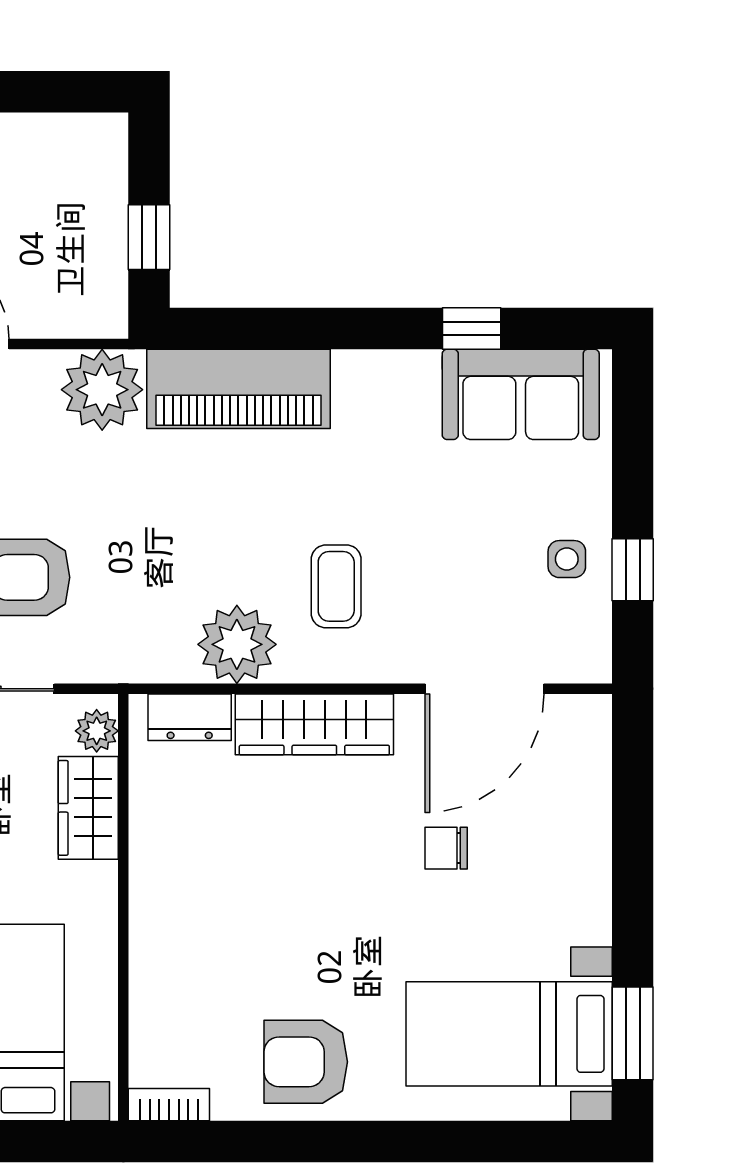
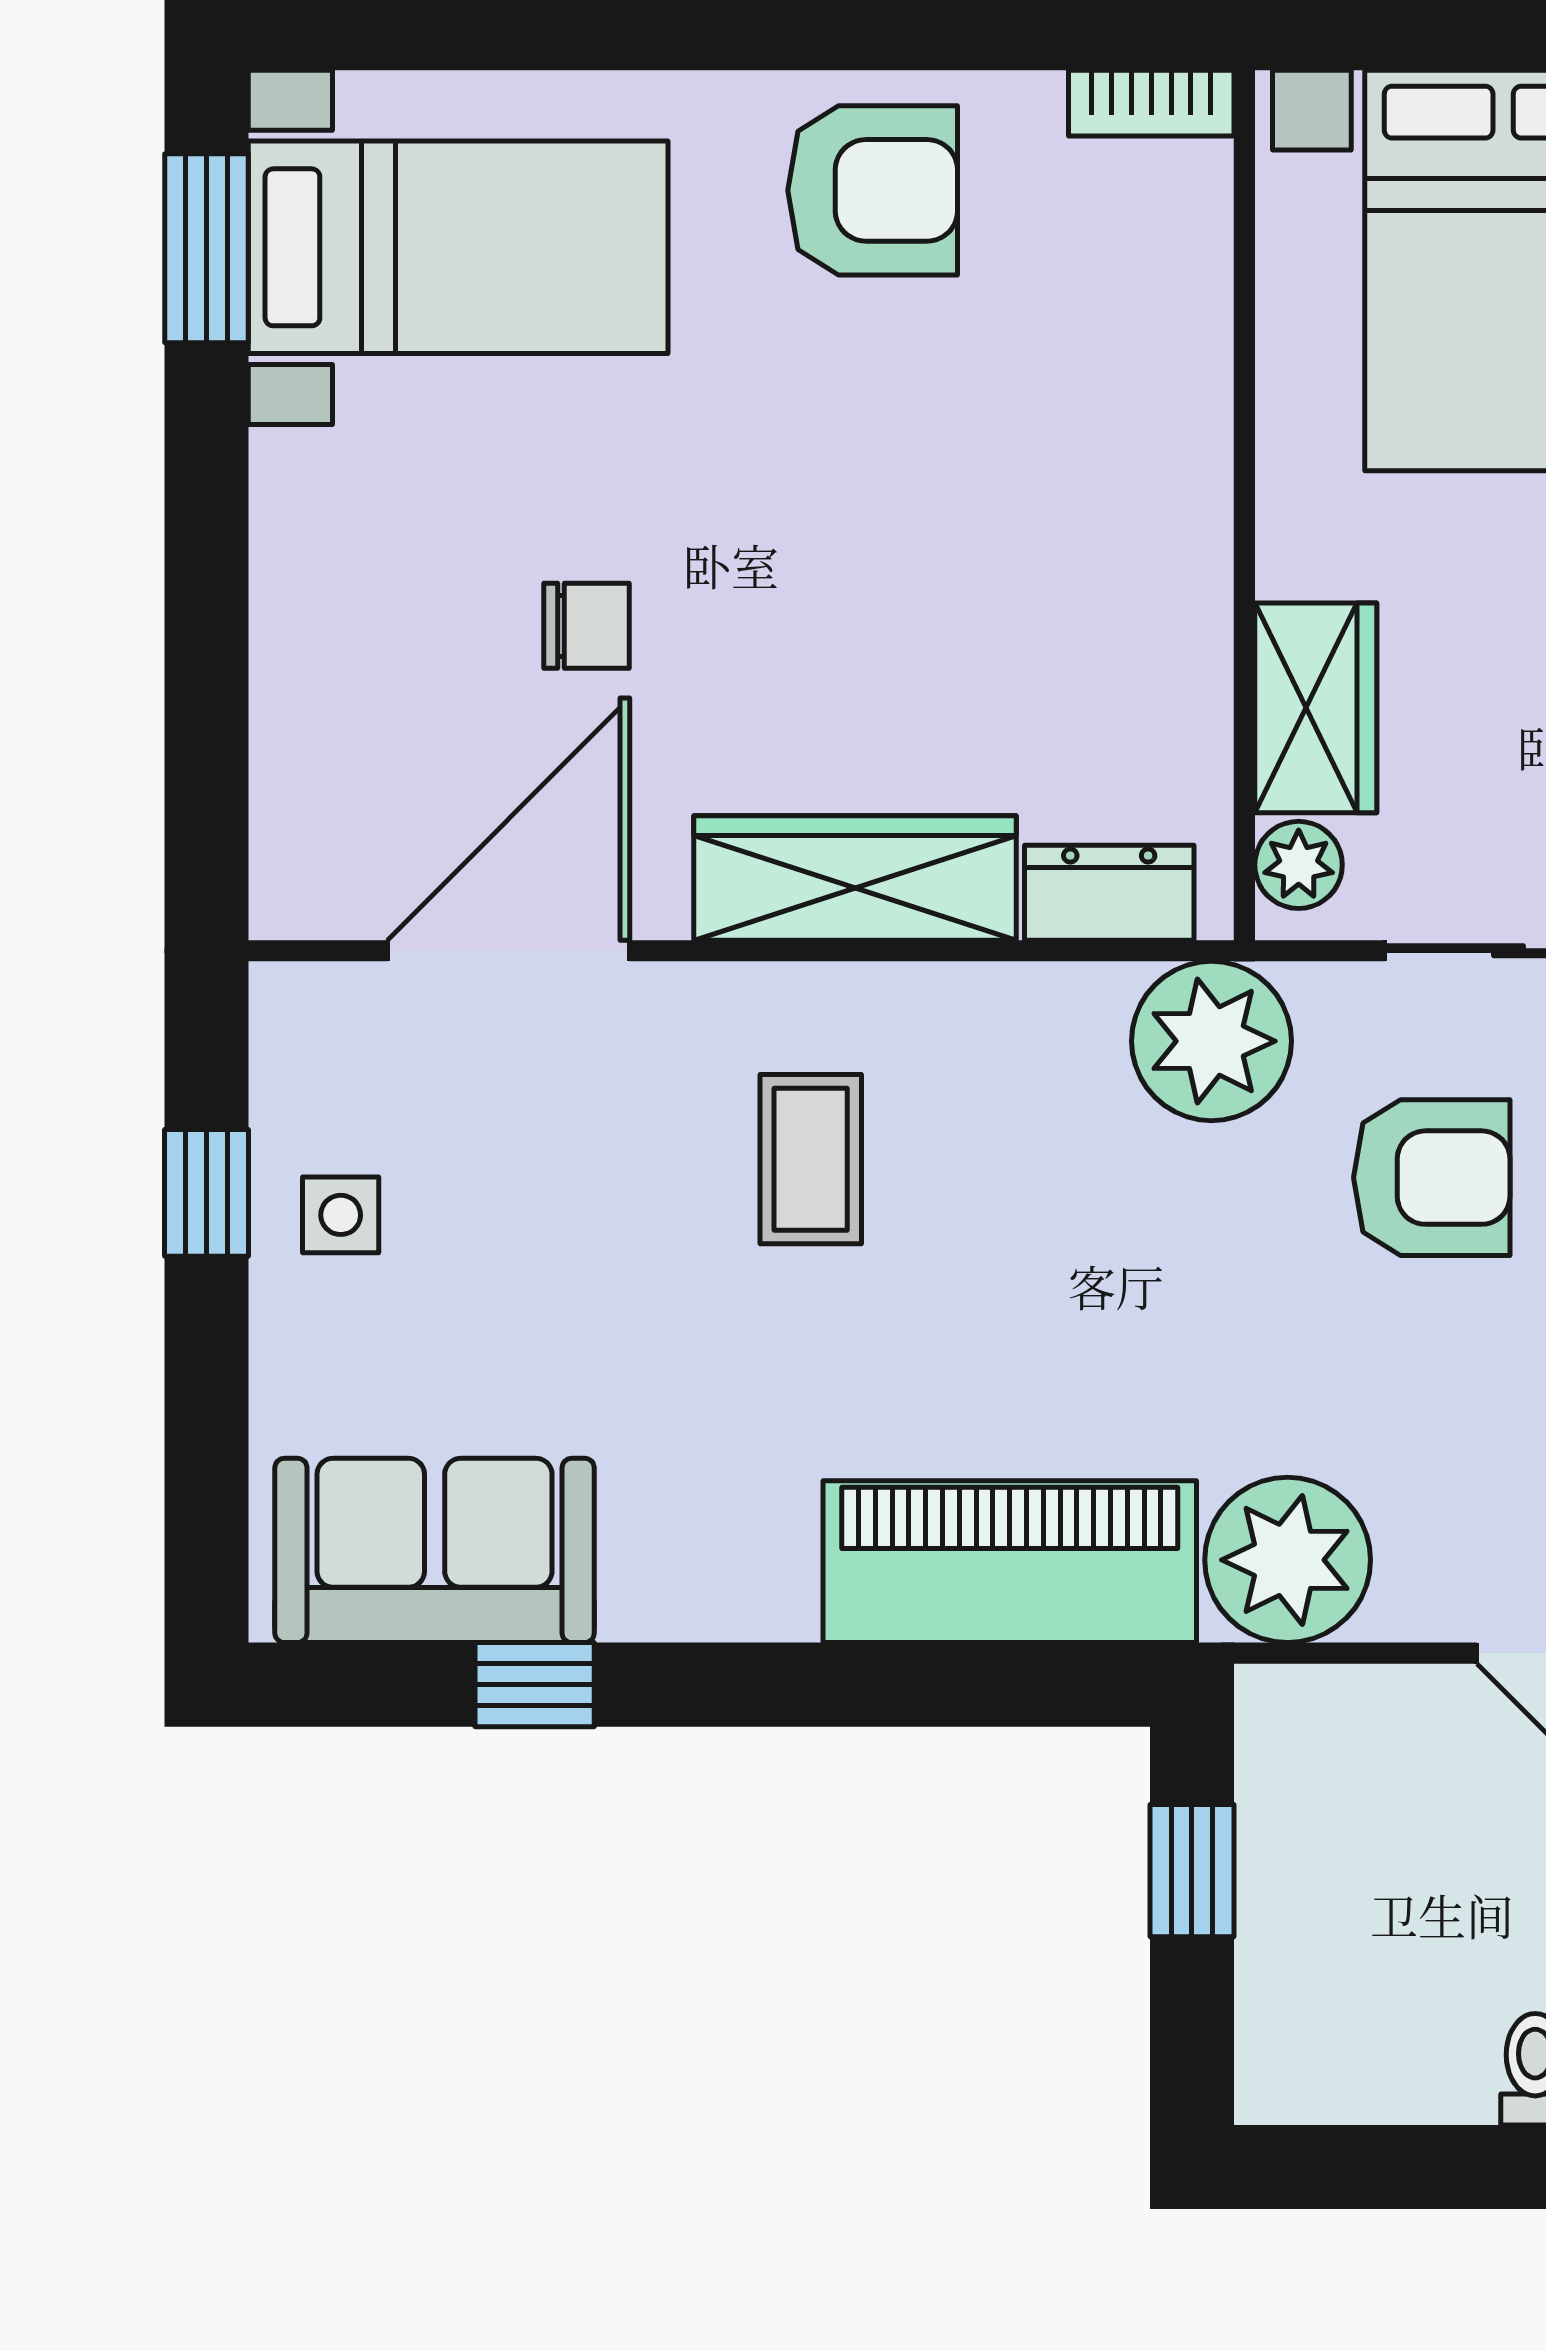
plant: (237, 644) -> (1211, 1041), moved

